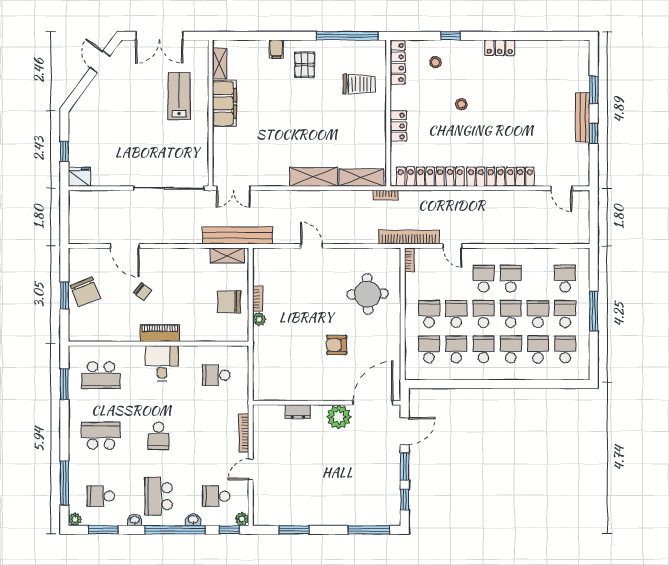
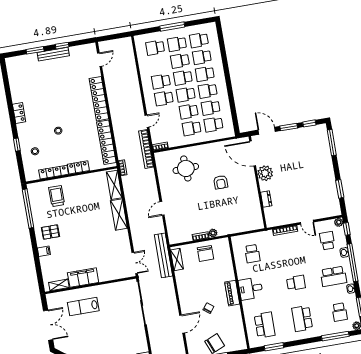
locker: (398, 62) -> (54, 172), moved
school desk: (216, 496) -> (327, 241), turned 180

